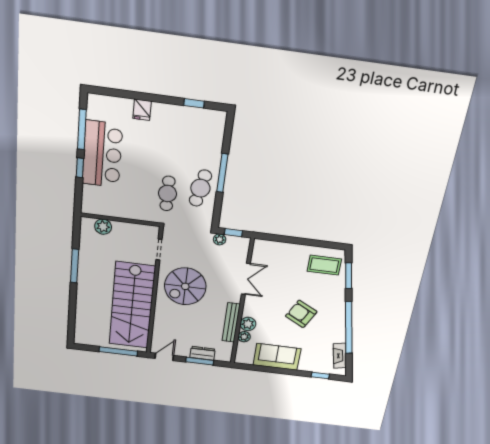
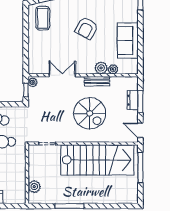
plant: (220, 239) -> (33, 82), moved
spiral stairs: (185, 286) -> (90, 113), moved
bench: (231, 322) -> (97, 81), width x0.73

